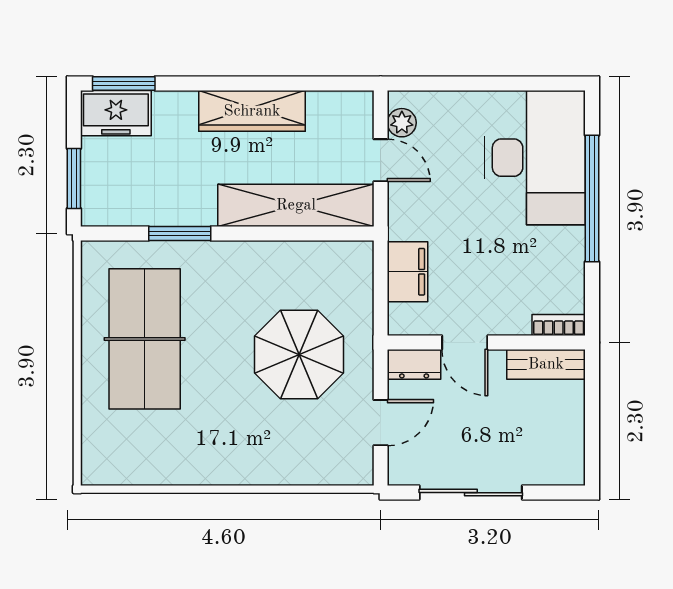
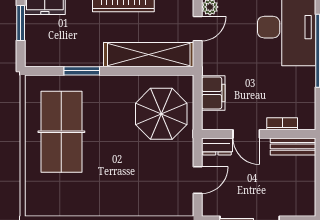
door: (381, 160) -> (198, 29), hinge flipped
window: (74, 178) -> (21, 23), moved
bookcase: (559, 325) -> (282, 124), moved
parasol: (299, 355) -> (161, 114), moved

